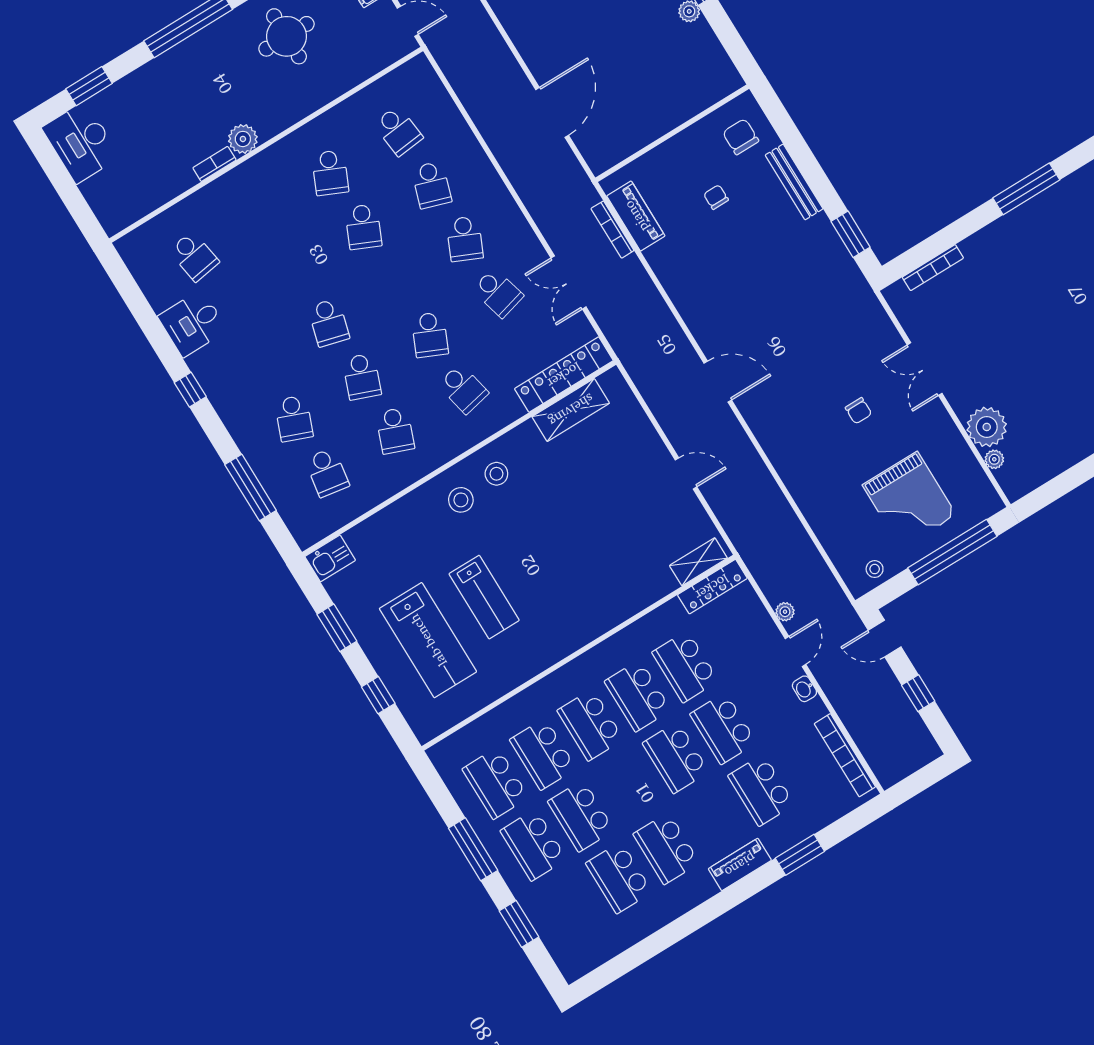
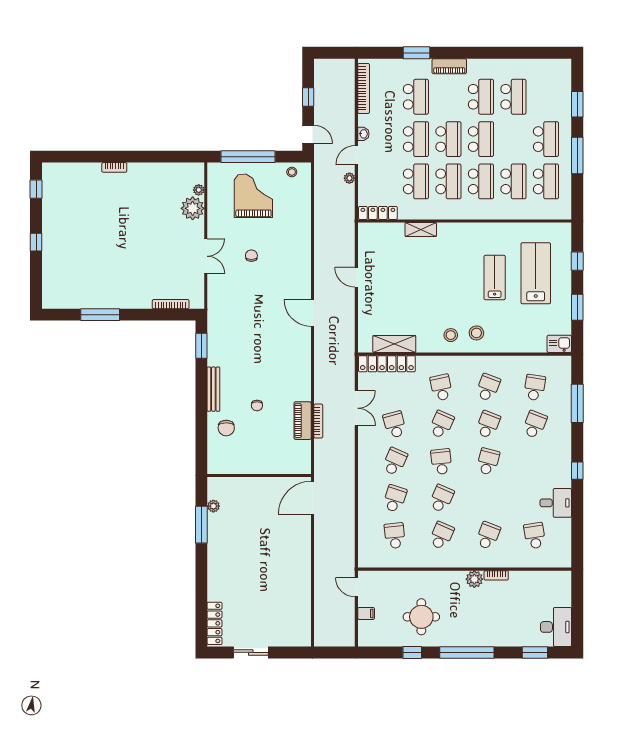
wall: (672, 133) -> (259, 475), moved
school desk: (262, 215) -> (488, 536), added
school desk: (397, 281) -> (441, 462), added
shelving: (698, 562) -> (421, 229), moved
school desk: (581, 816) -> (481, 139), moved

